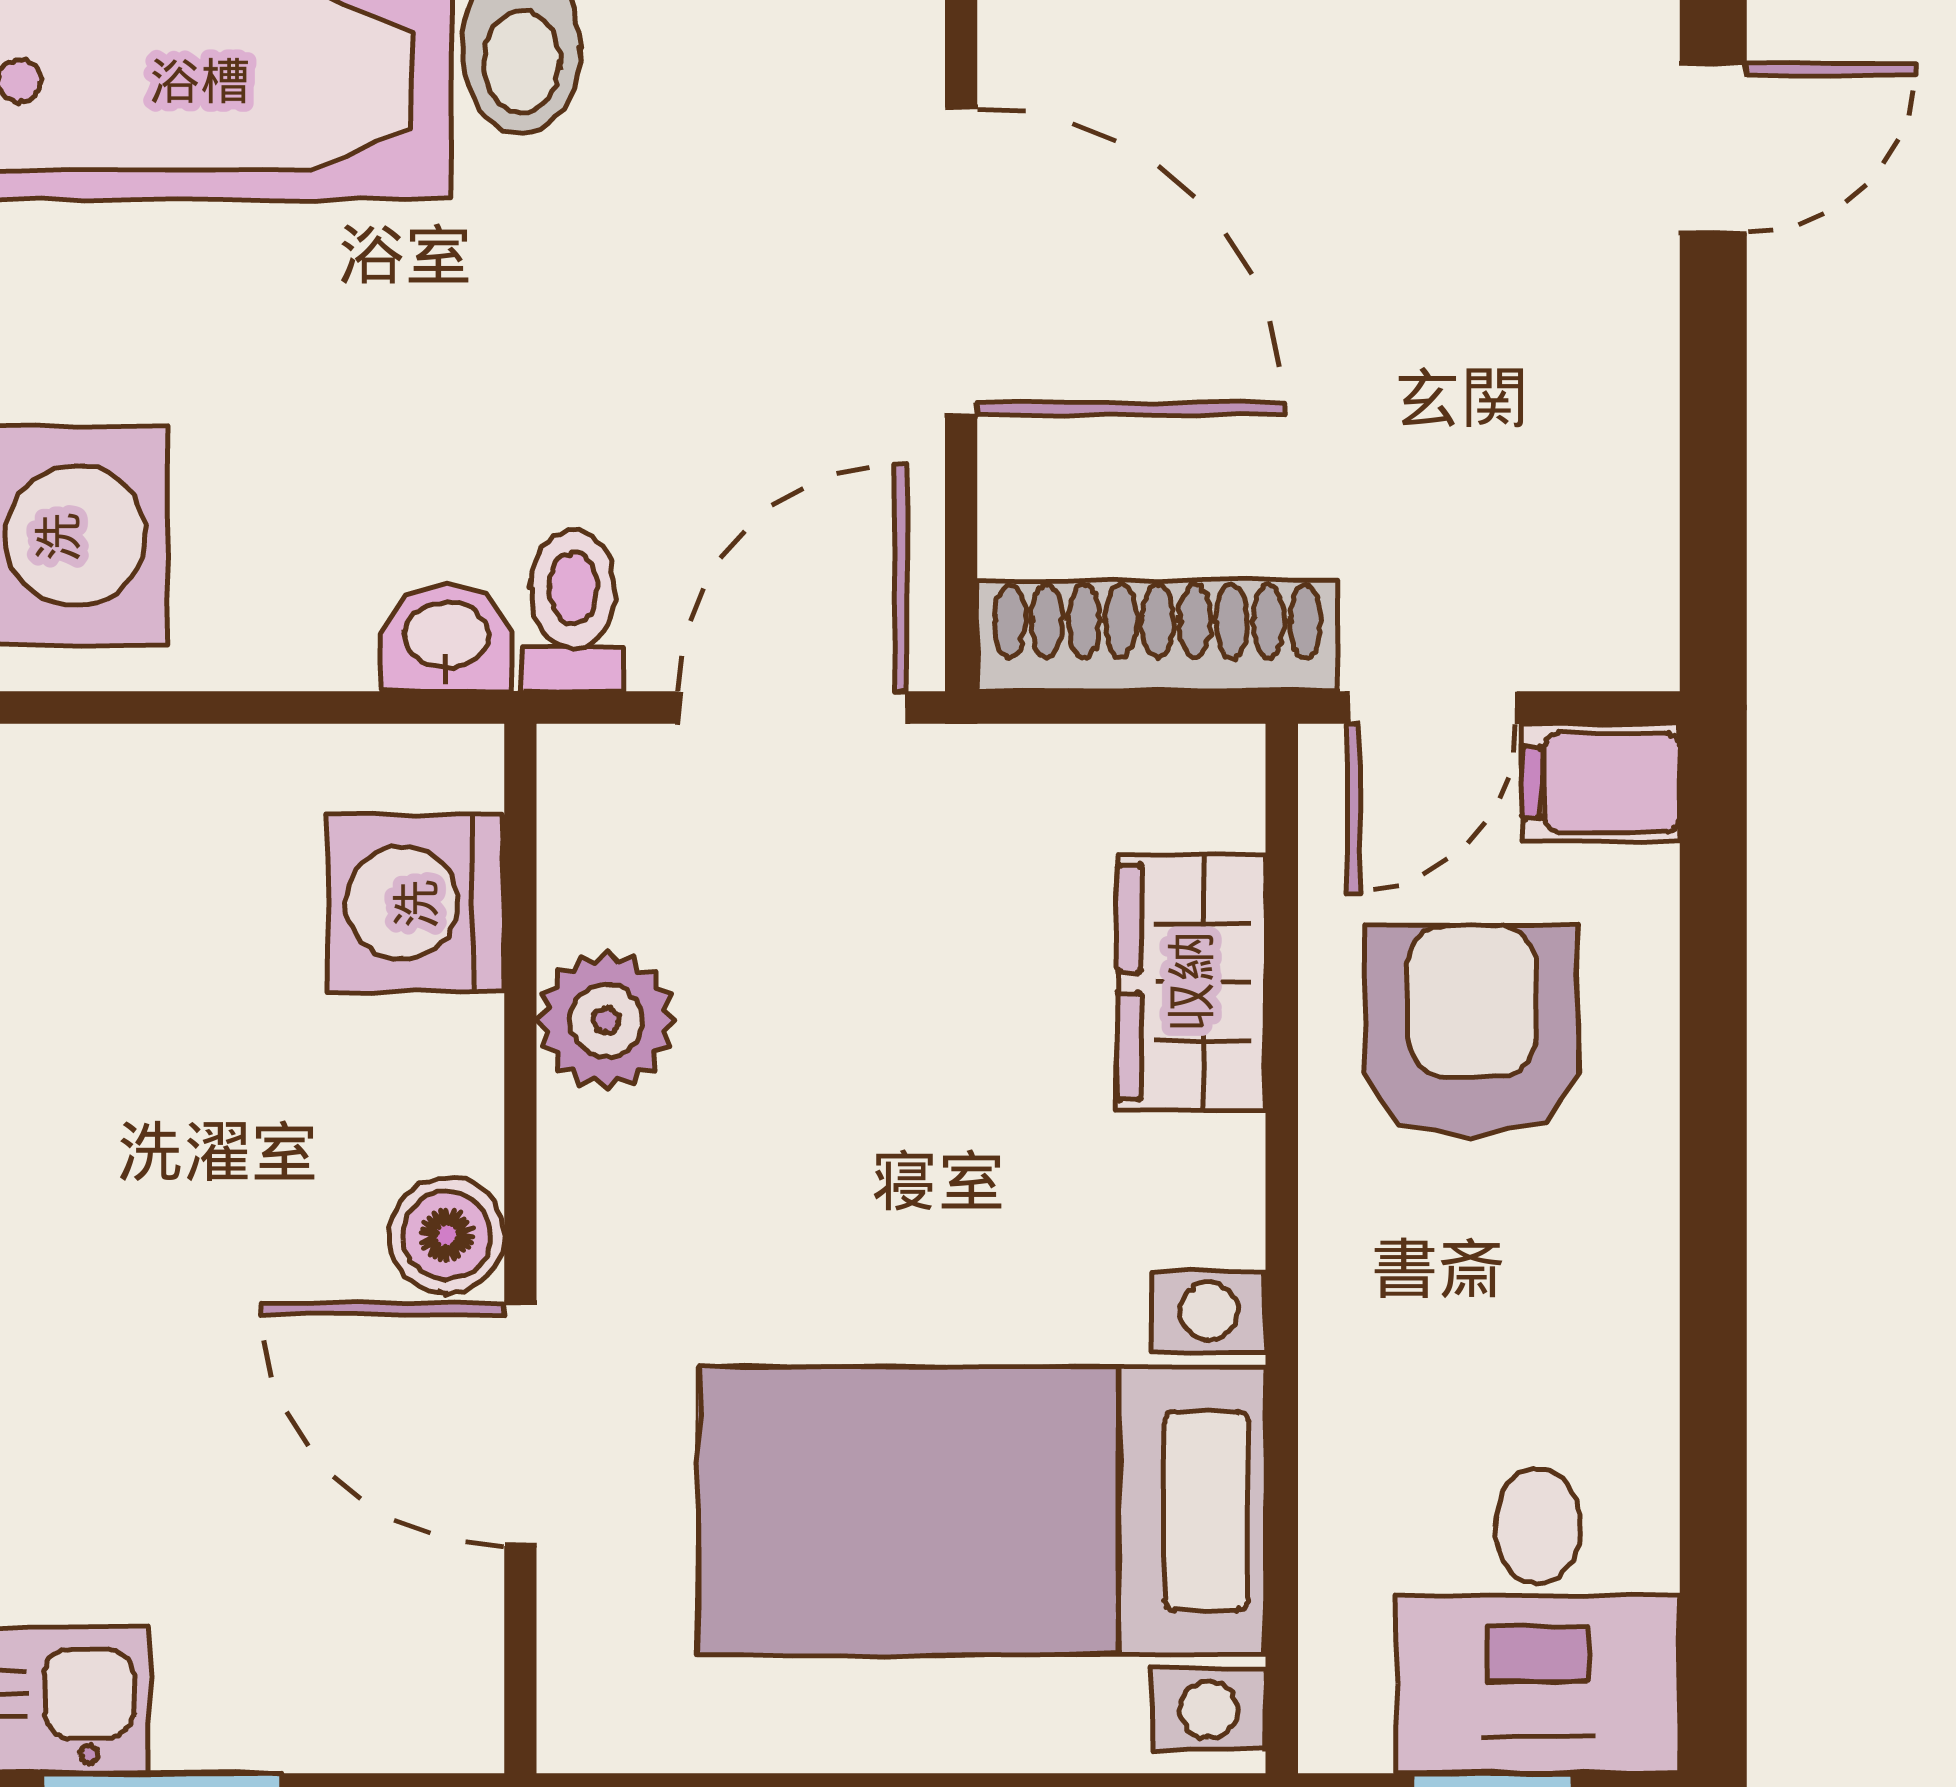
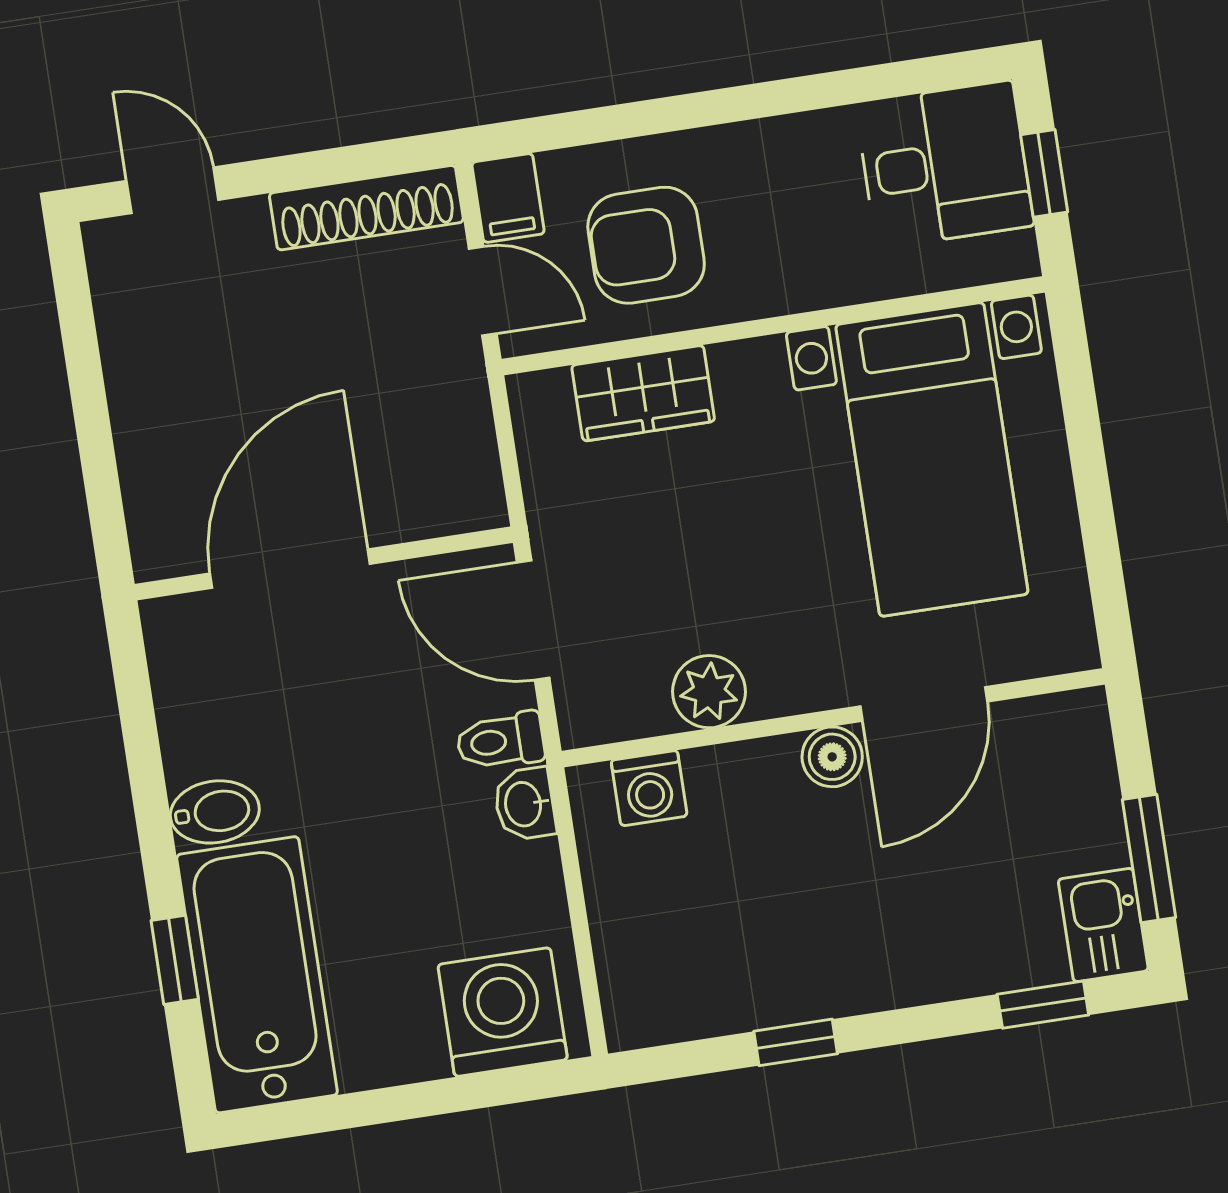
shoe rack: (1158, 636) -> (366, 208), moved, turned -90
washing machine: (416, 903) -> (649, 788), width x0.73, depth x0.73

